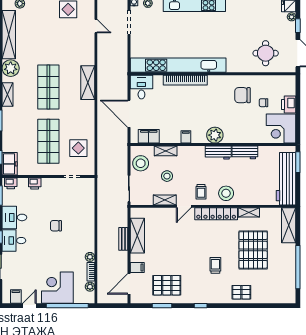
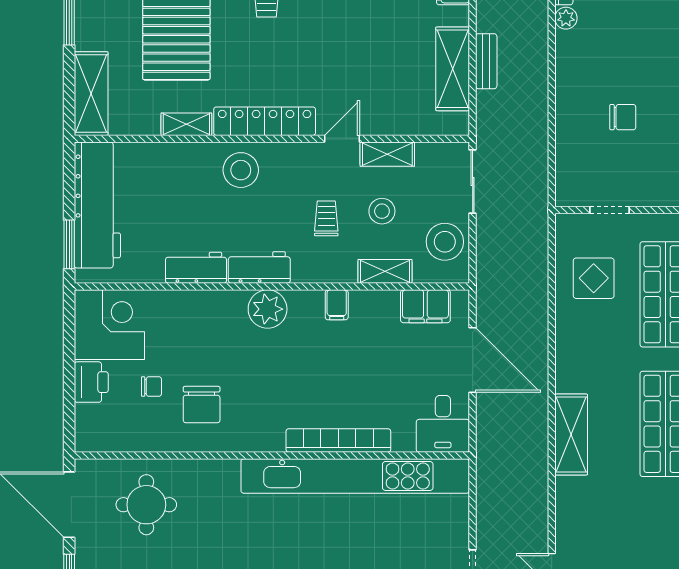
chair: (242, 95) -> (202, 405), turned 90
trolley: (201, 192) -> (326, 218), moved
chair: (56, 226) -> (623, 117), moved

